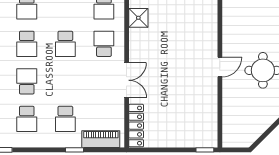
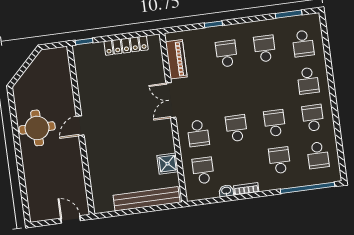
school desk: (27, 81) -> (270, 86), removed
locker: (136, 126) -> (126, 45), moved, turned -90
piano: (101, 139) -> (176, 59), moved, turned -90

